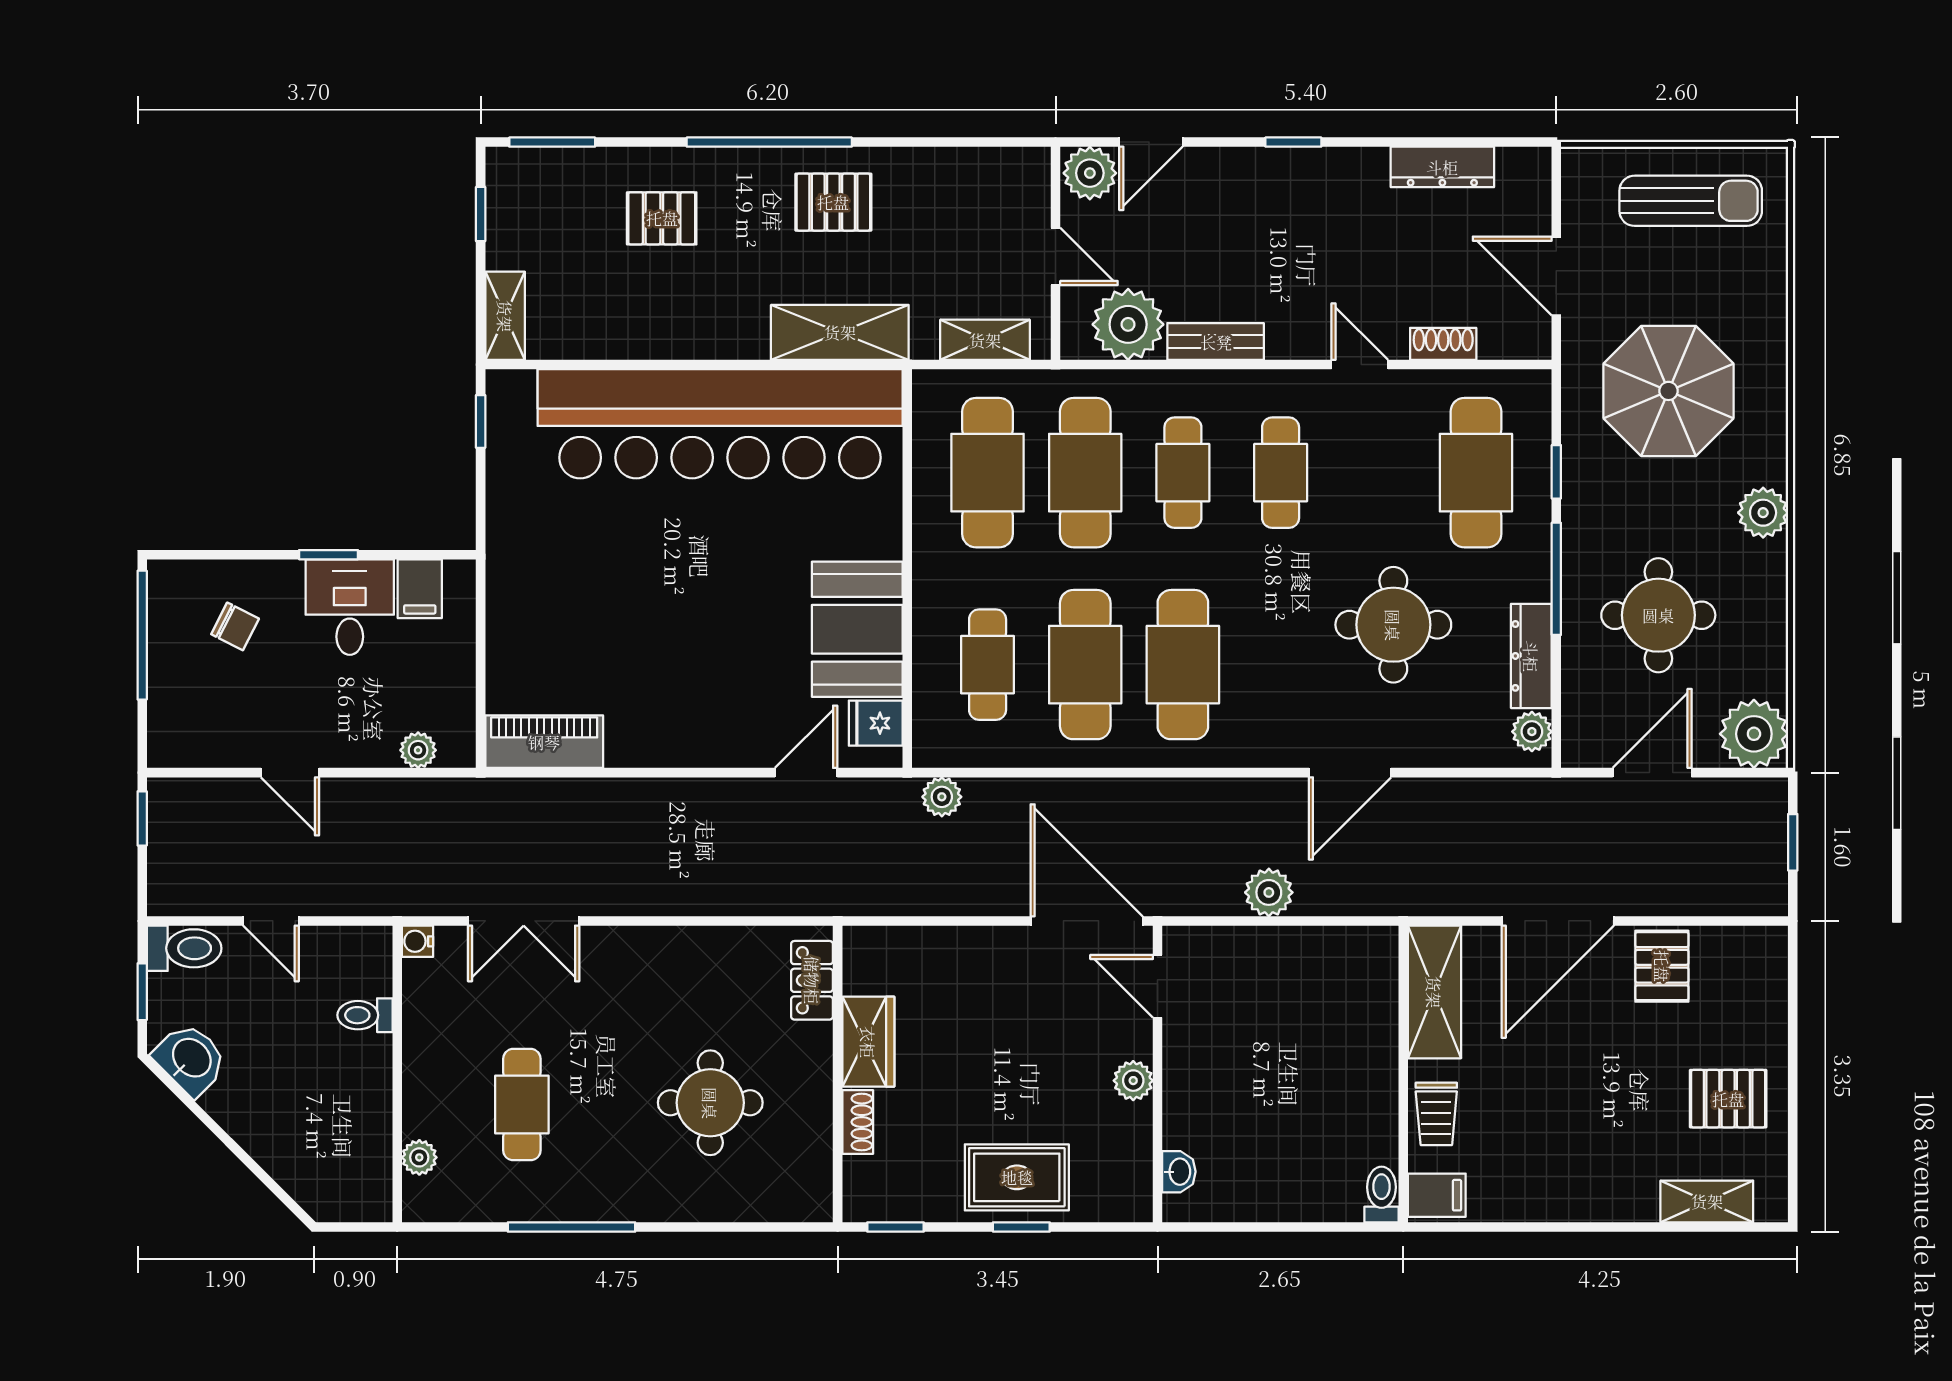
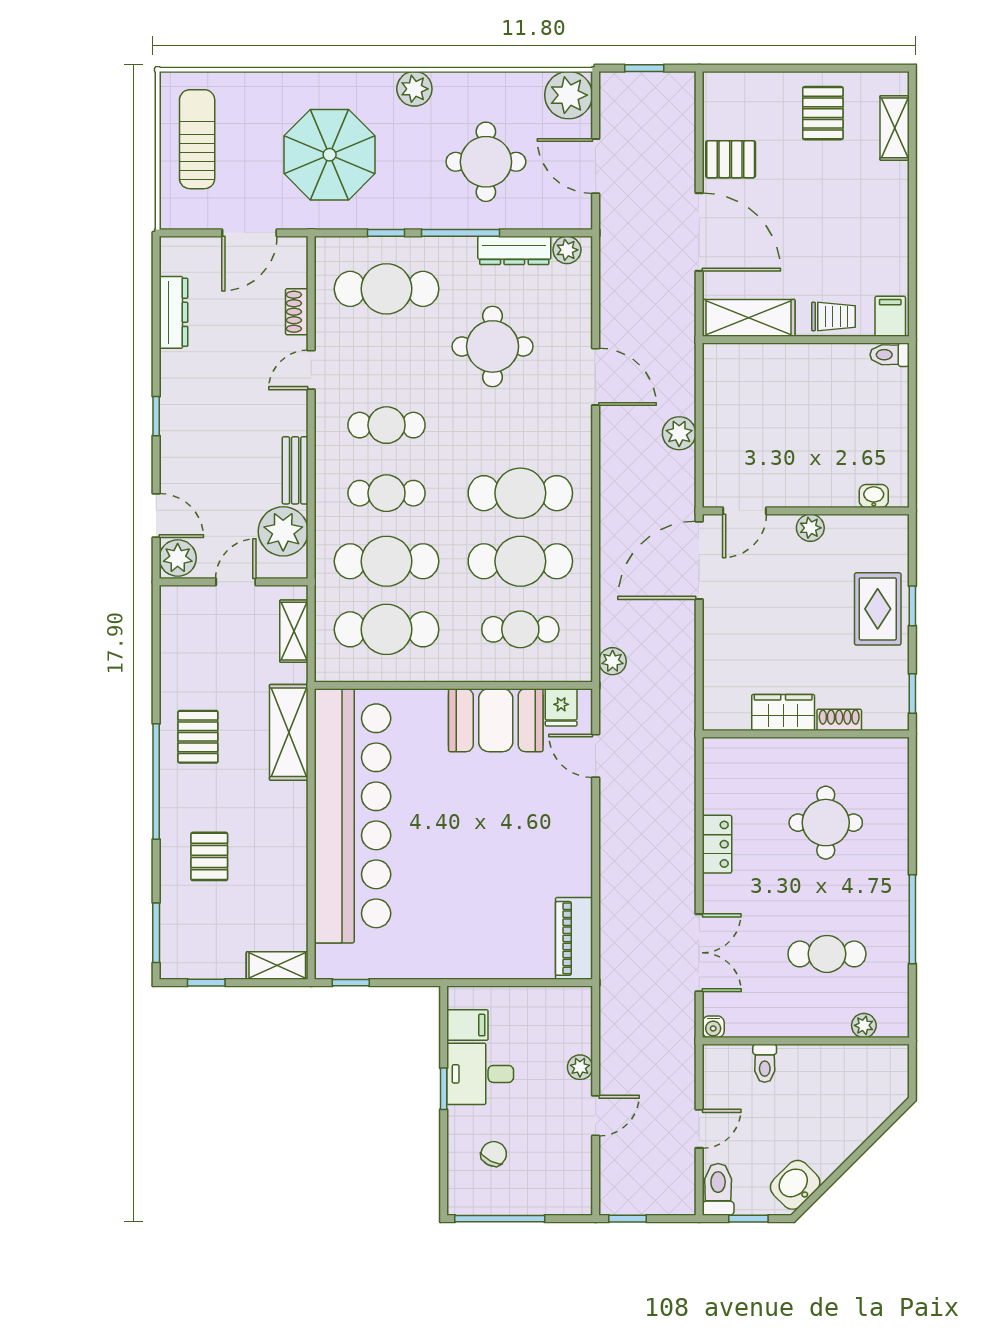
plant: (418, 750) -> (580, 1067), moved
locker: (812, 980) -> (717, 844), moved, turned -90

